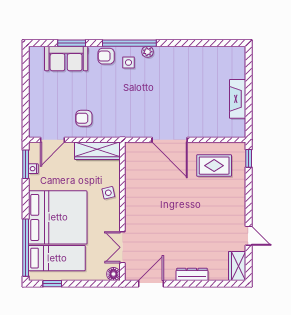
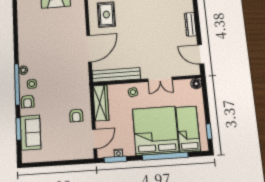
door: (53, 140) -> (94, 139), hinge flipped
bench: (132, 173) -> (116, 75), added
double door: (122, 247) -> (160, 79), moved
window: (26, 248) -> (165, 156), moved

